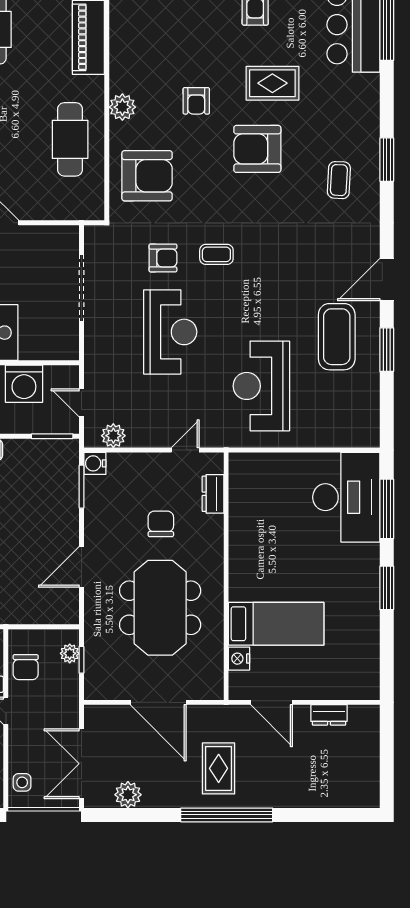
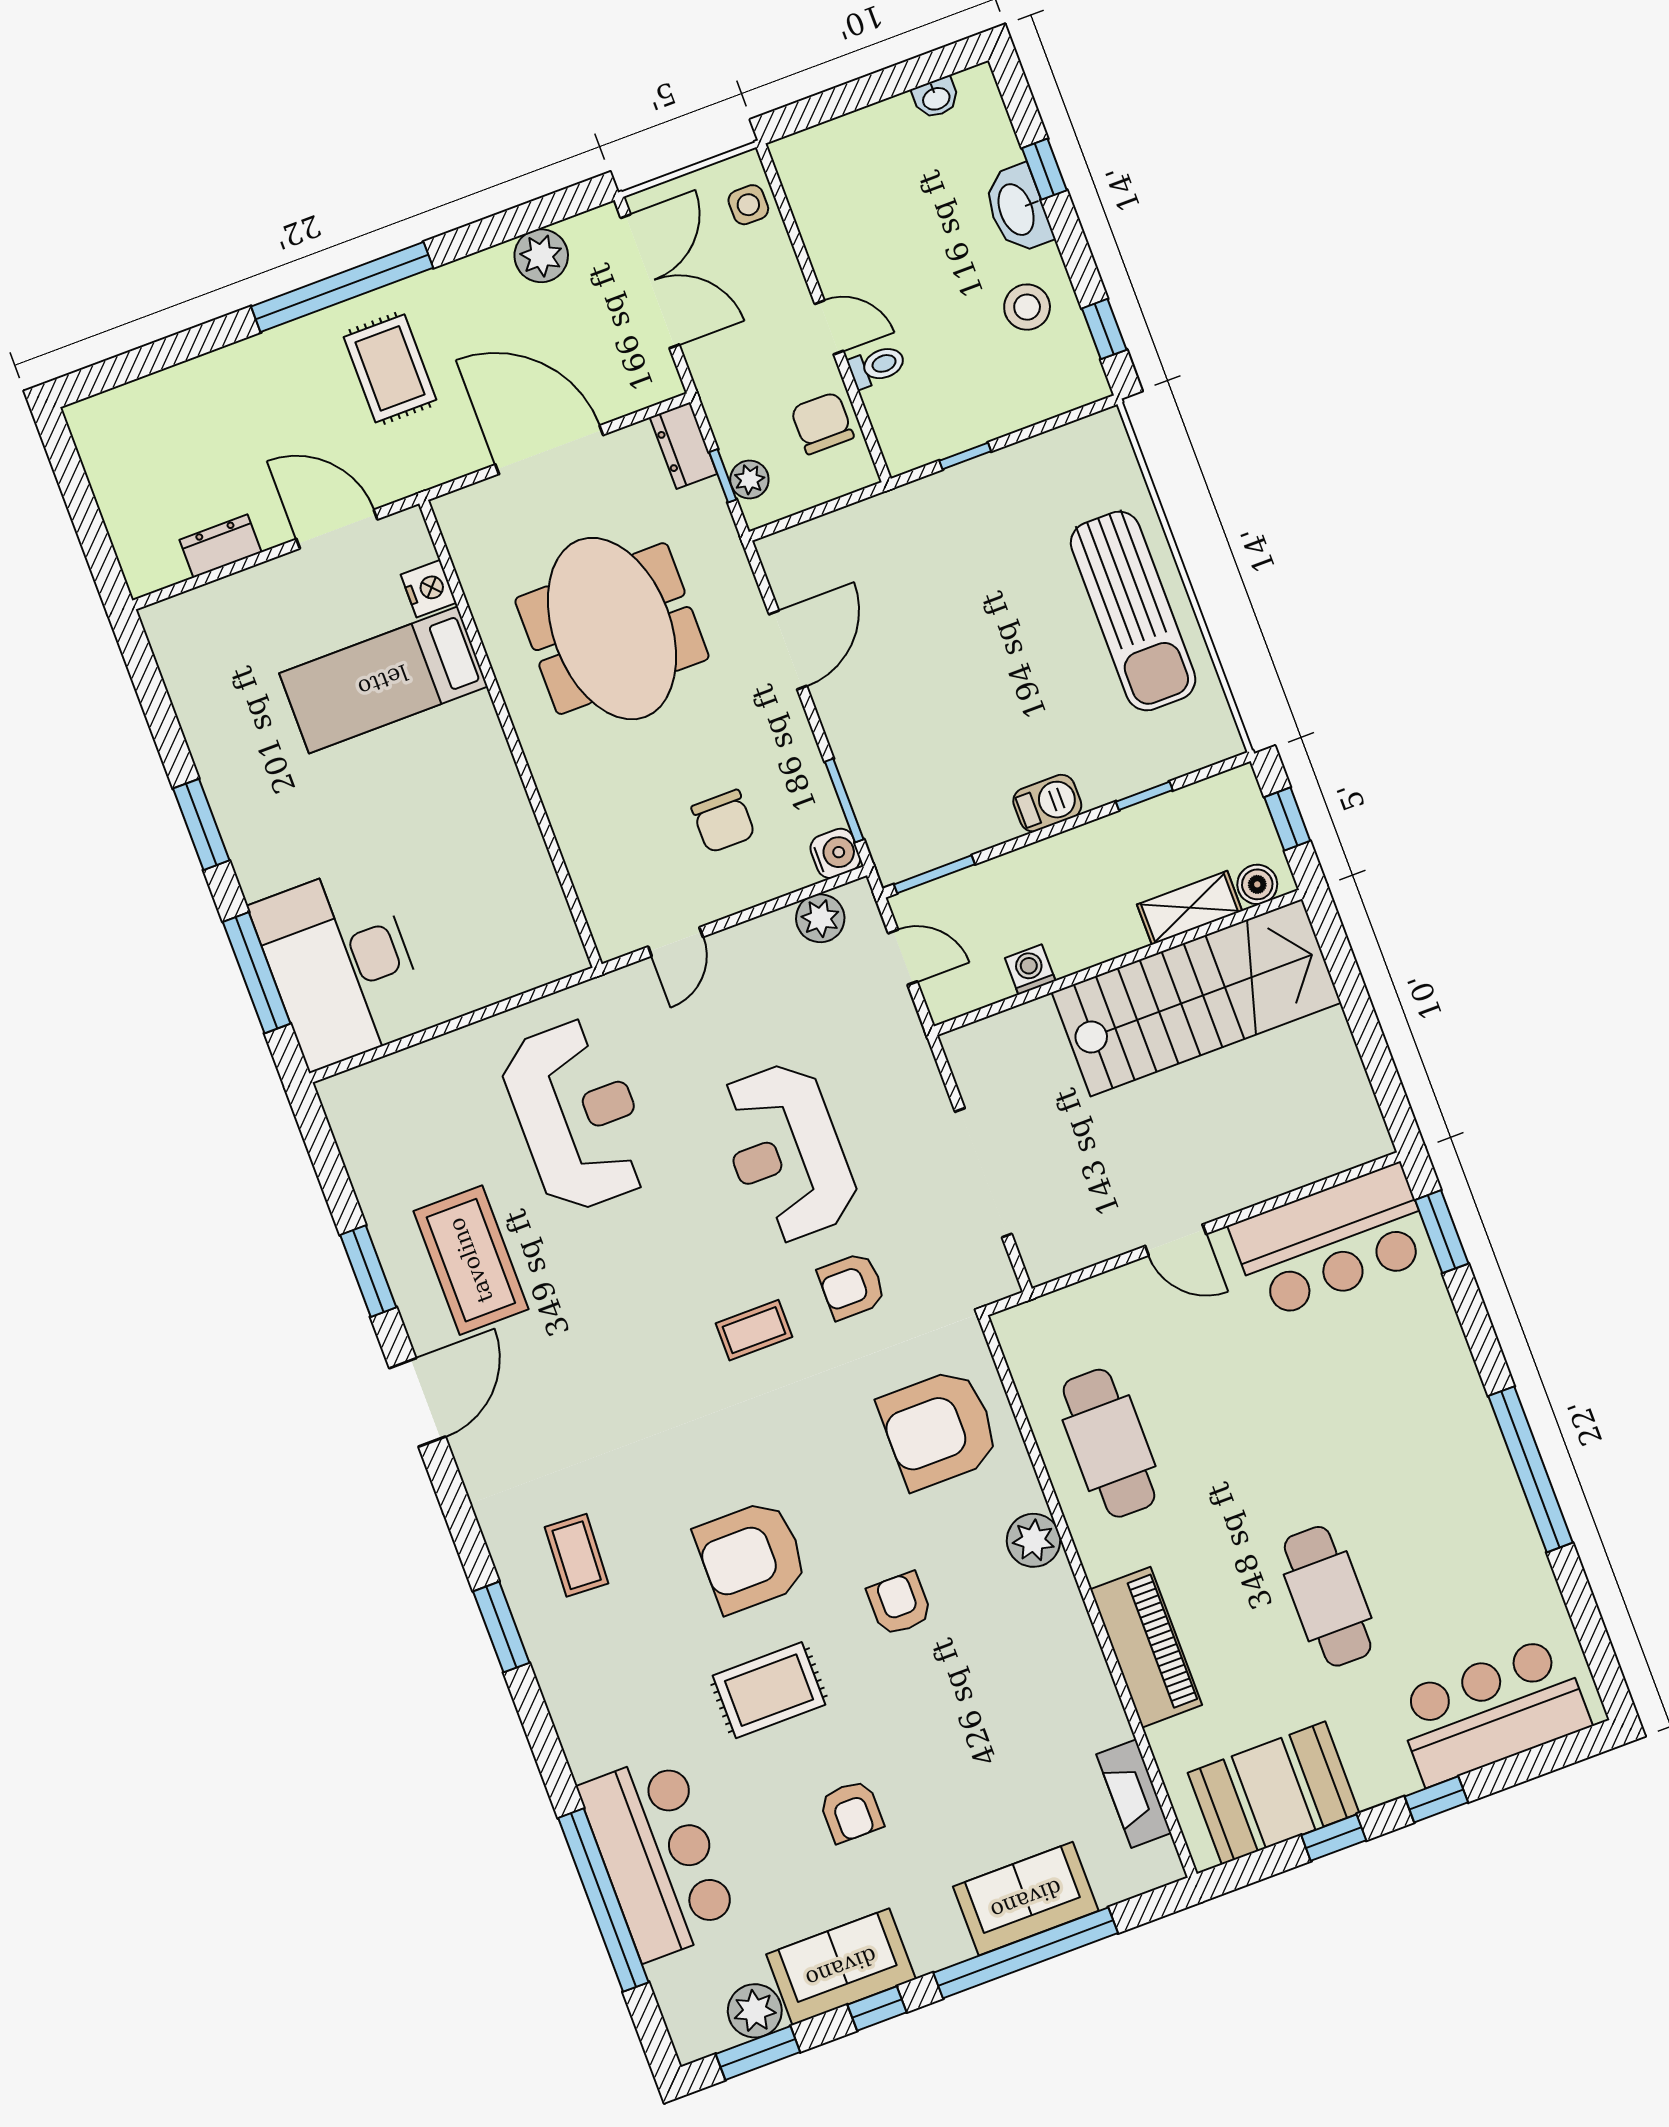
armchair: (257, 149) -> (751, 1556), turned 180
washing machine: (24, 384) -> (1030, 969), width x0.53, depth x0.53
dresser: (213, 494) -> (683, 446), moved, turned 180
chair: (161, 524) -> (723, 821), moved

